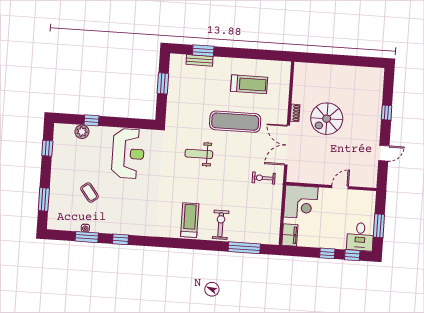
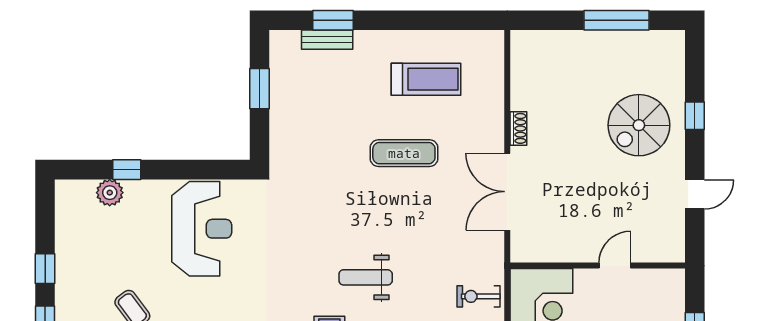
window: (349, 61) -> (616, 20), added
spiral stairs: (327, 119) -> (639, 125), moved
exercise mat: (235, 122) -> (404, 153), width x0.73, depth x0.69
window: (47, 148) -> (45, 269), moved
weight bench: (199, 154) -> (366, 277), moved
exercise bike: (264, 178) -> (479, 296), moved

